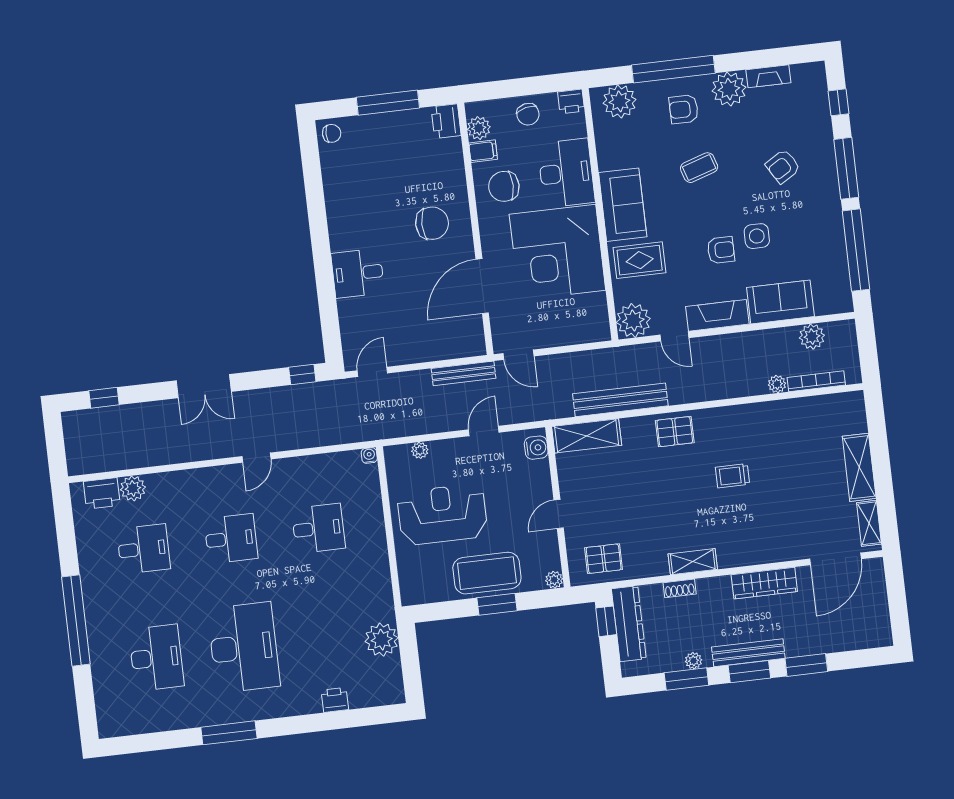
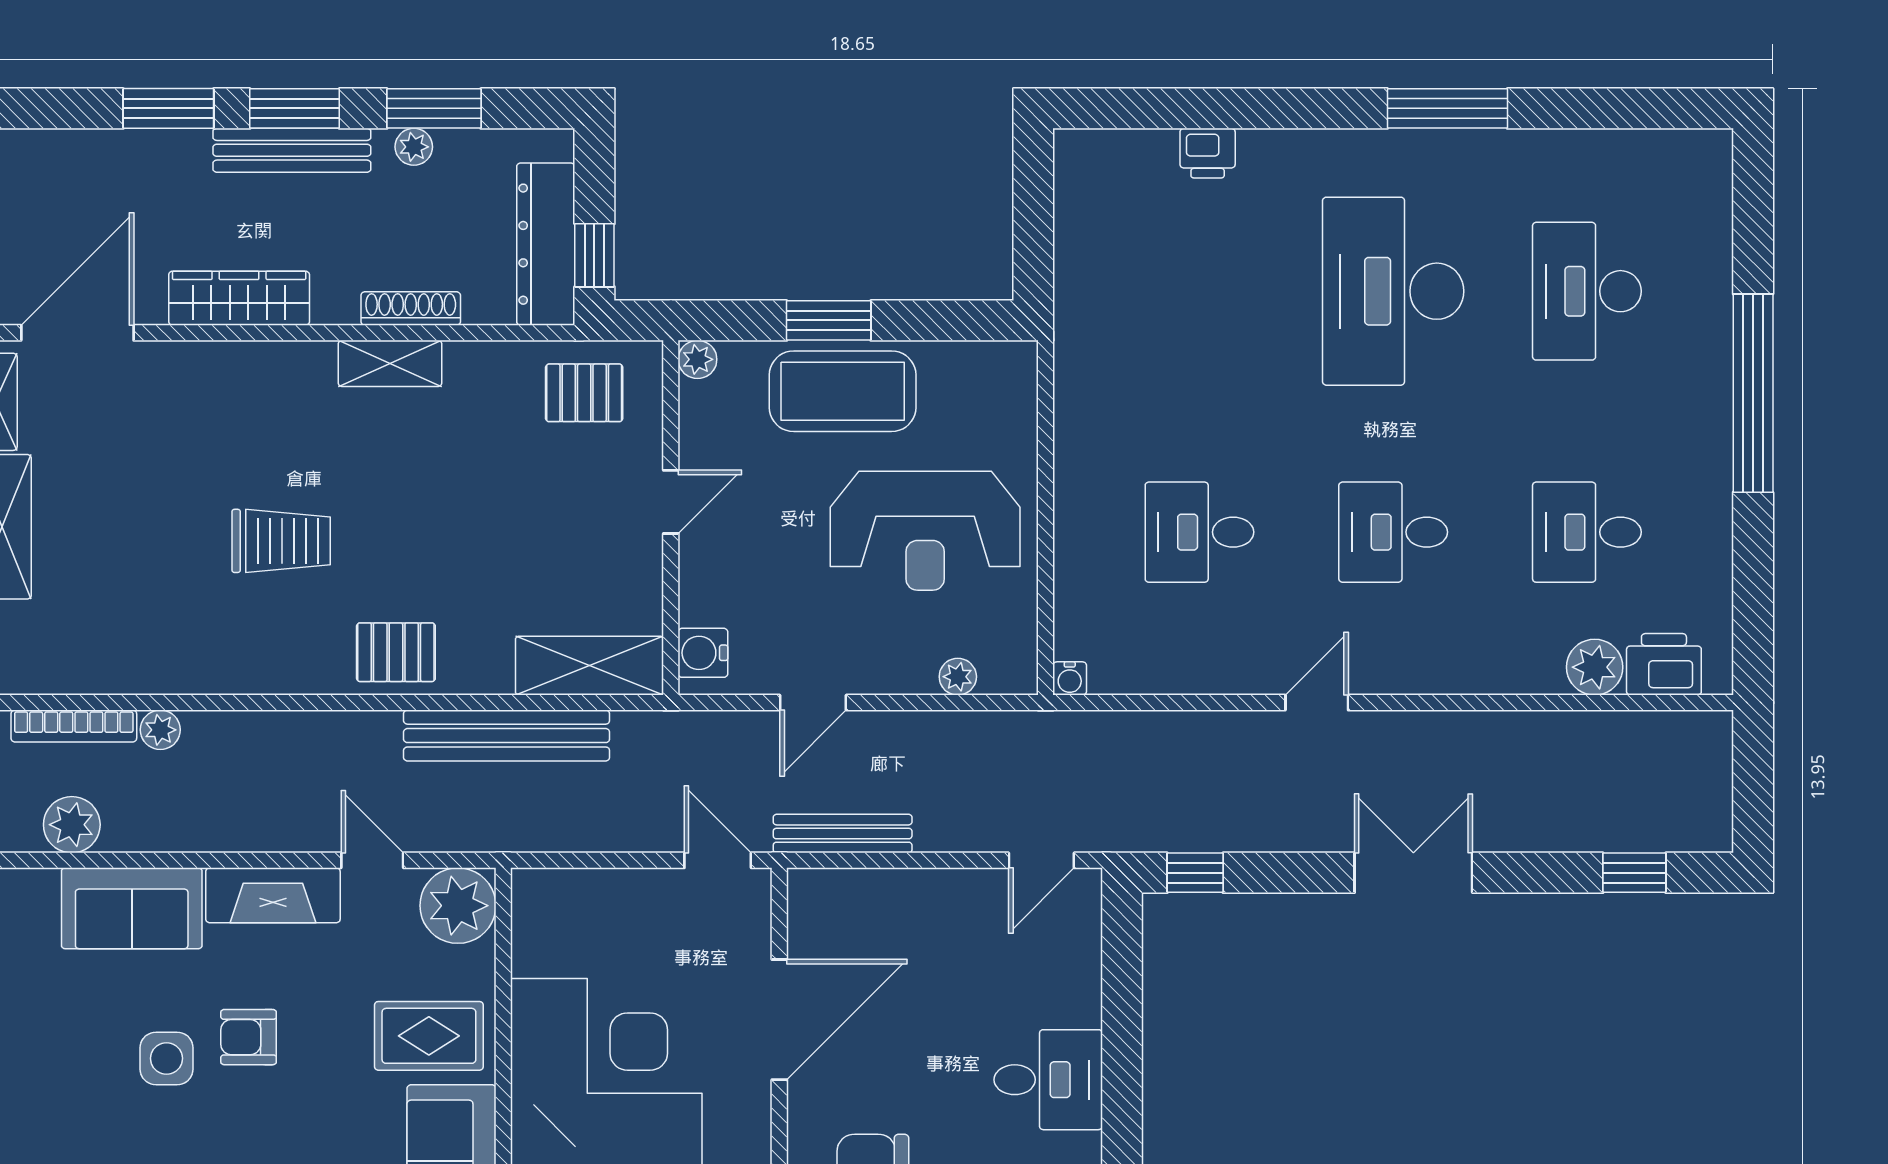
trolley: (732, 476) -> (281, 541), width x1.36, depth x1.39
shoe rack: (680, 588) -> (411, 309), width x1.43
plant: (382, 640) -> (1090, 273), removed

